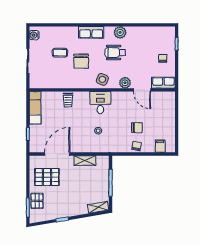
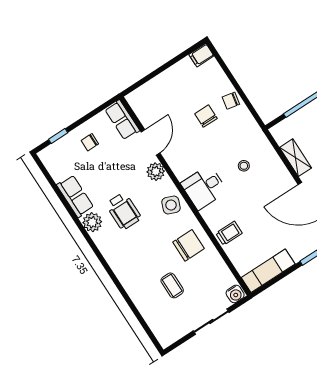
row of seats: (91, 32) -> (75, 196), moved
water cooler: (34, 35) -> (235, 294), moved
chair: (81, 61) -> (189, 245), moved
filing cabinet: (160, 146) -> (201, 55), moved

